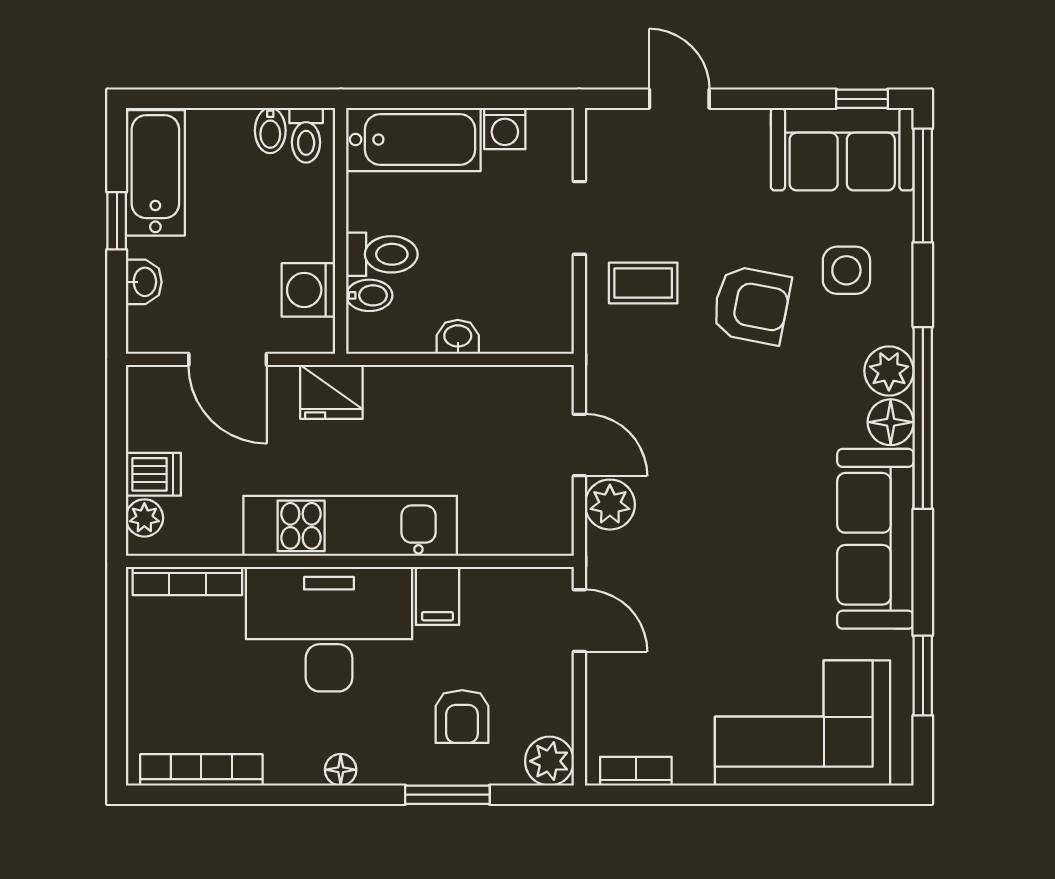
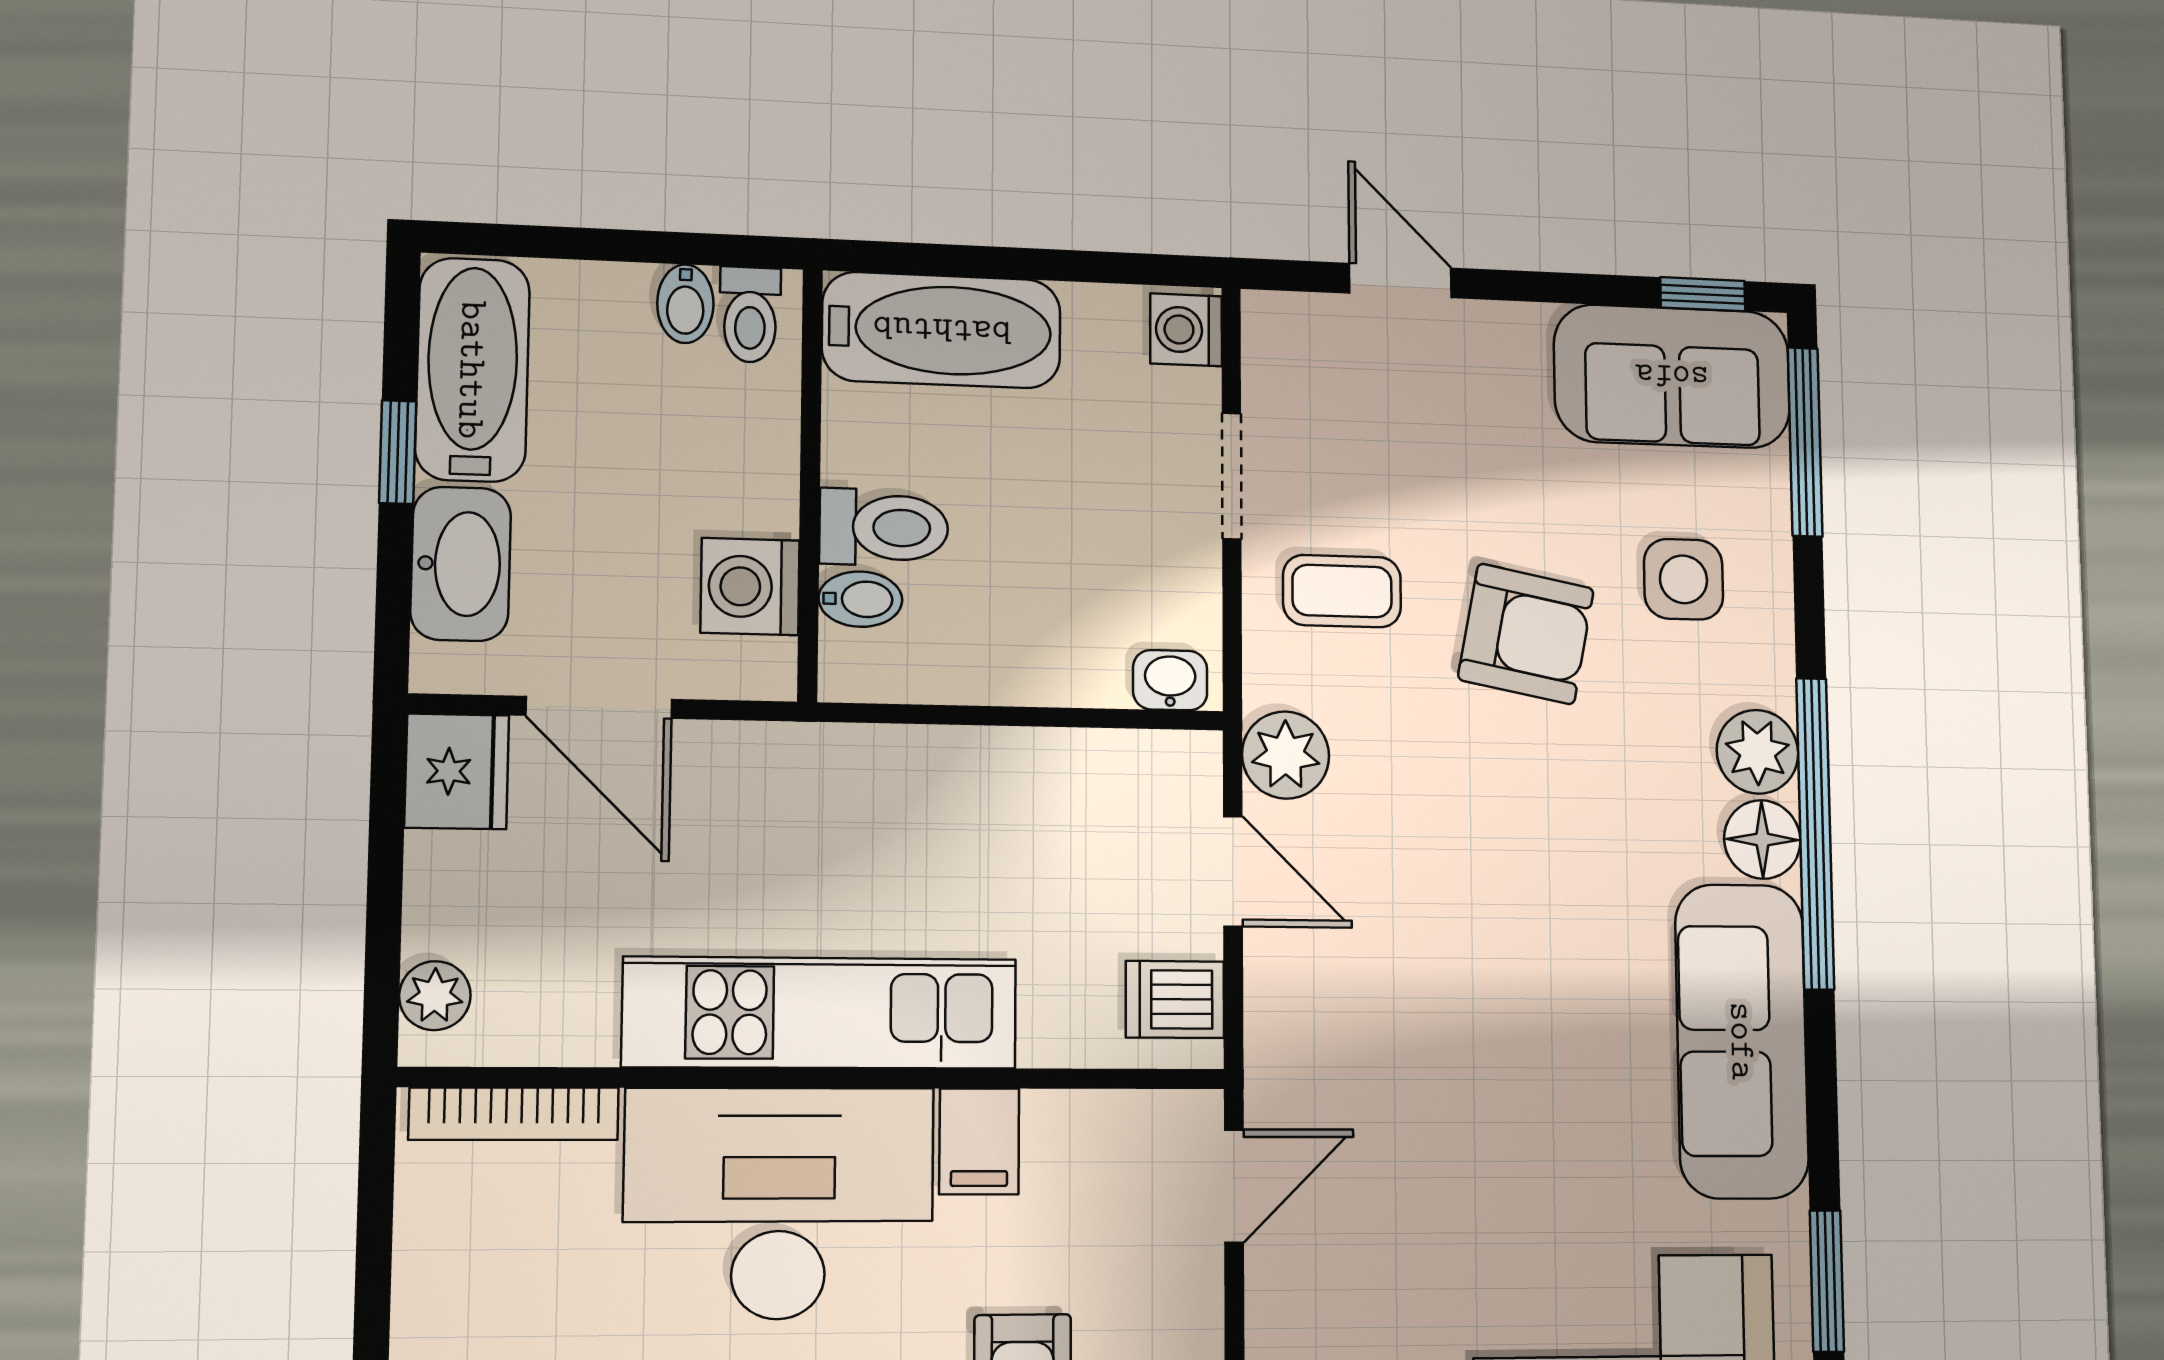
washing machine: (505, 129) -> (1186, 330), moved, turned 90
washbasin: (144, 282) -> (461, 564), width x1.91, depth x1.45
washbasin: (458, 337) -> (1170, 680), moved
fridge: (331, 392) -> (457, 771), moved, turned -90
dishwasher: (153, 474) -> (1175, 999), moved, turned 180
plant: (610, 505) -> (1286, 755), moved
door: (579, 621) -> (1234, 1186), hinge flipped

